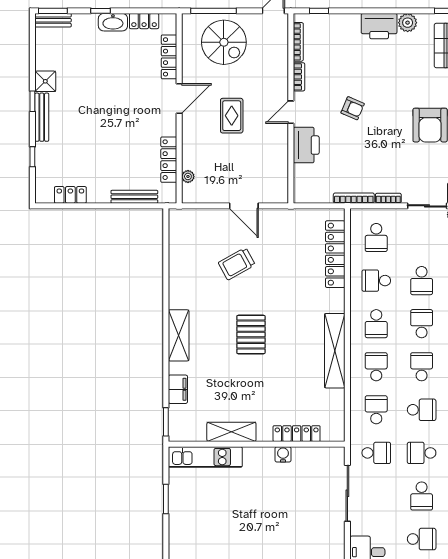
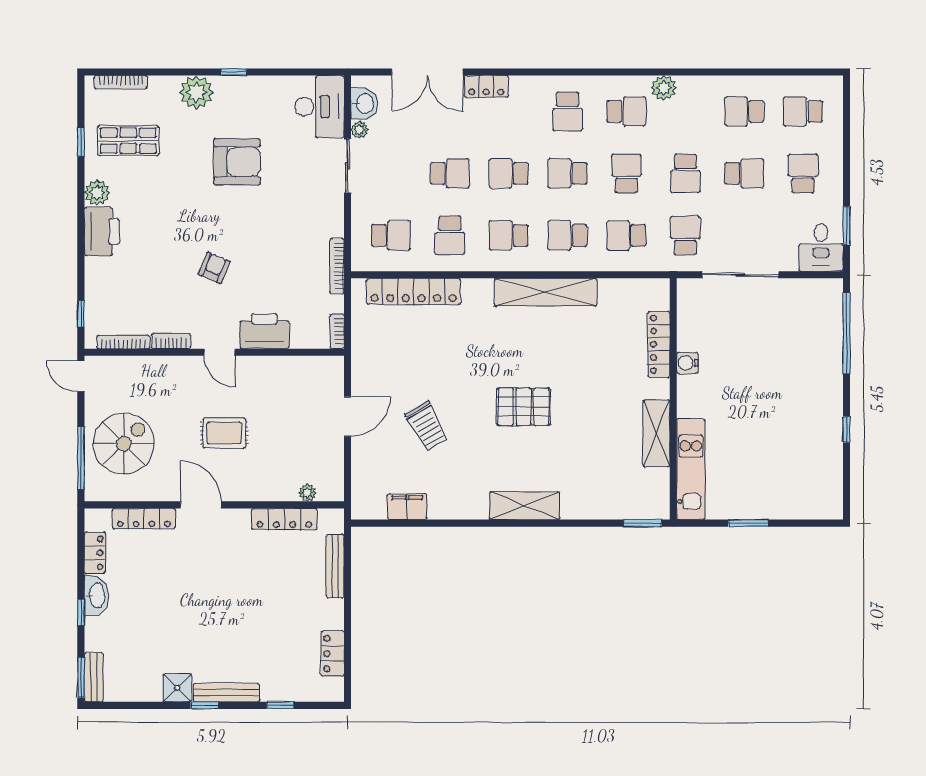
bookcase: (388, 198) -> (337, 331), moved
school desk: (376, 324) -> (509, 235), turned 180
filing cabinet: (178, 389) -> (407, 507), moved

